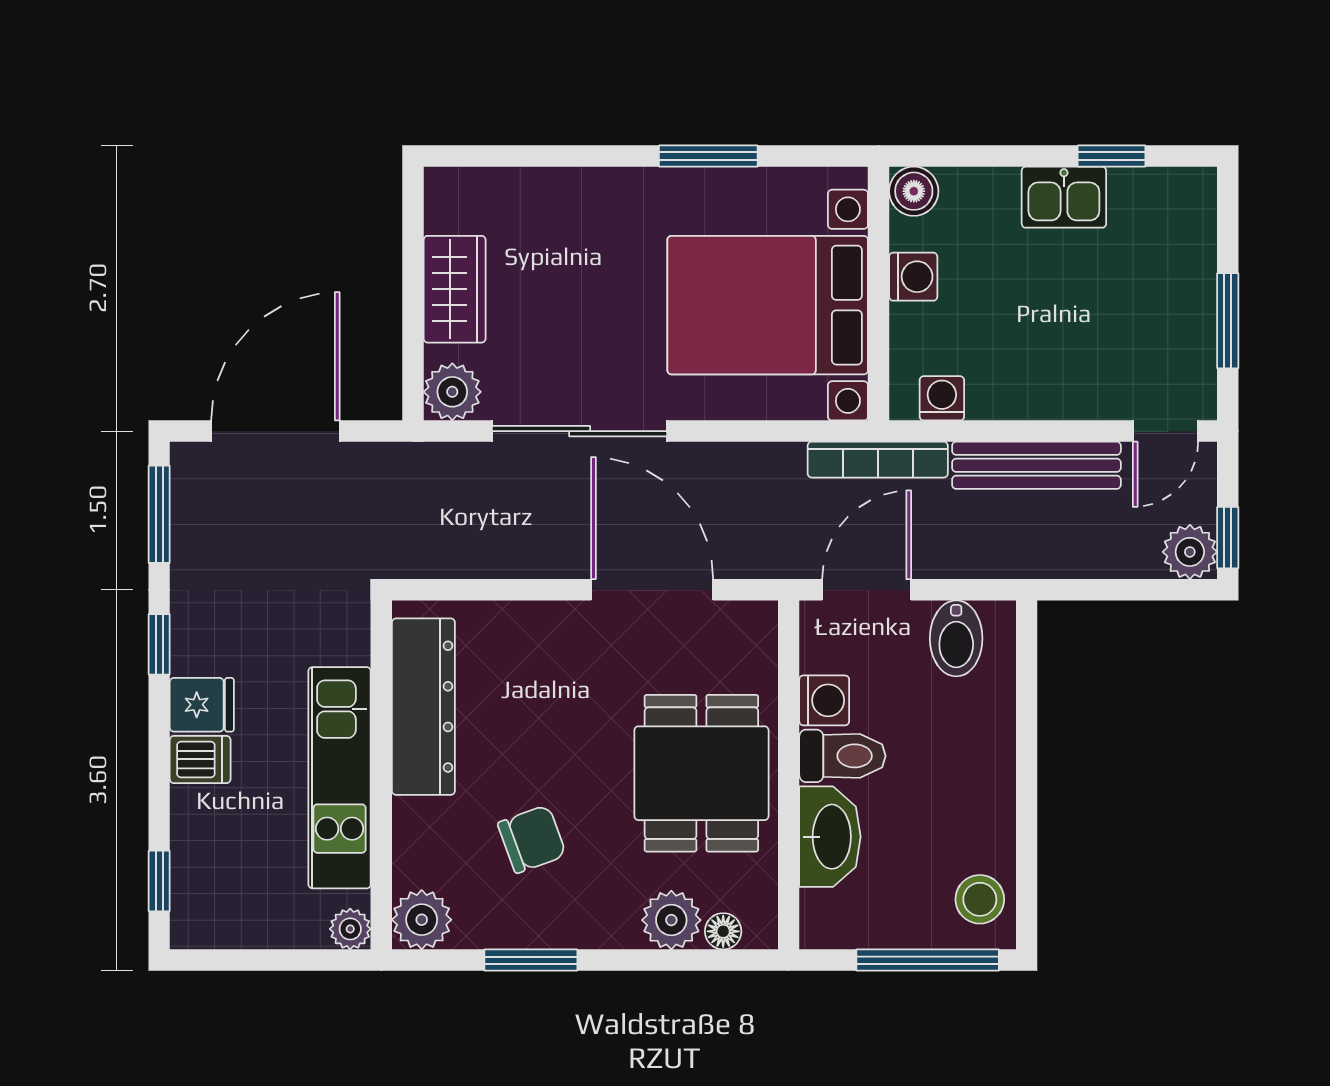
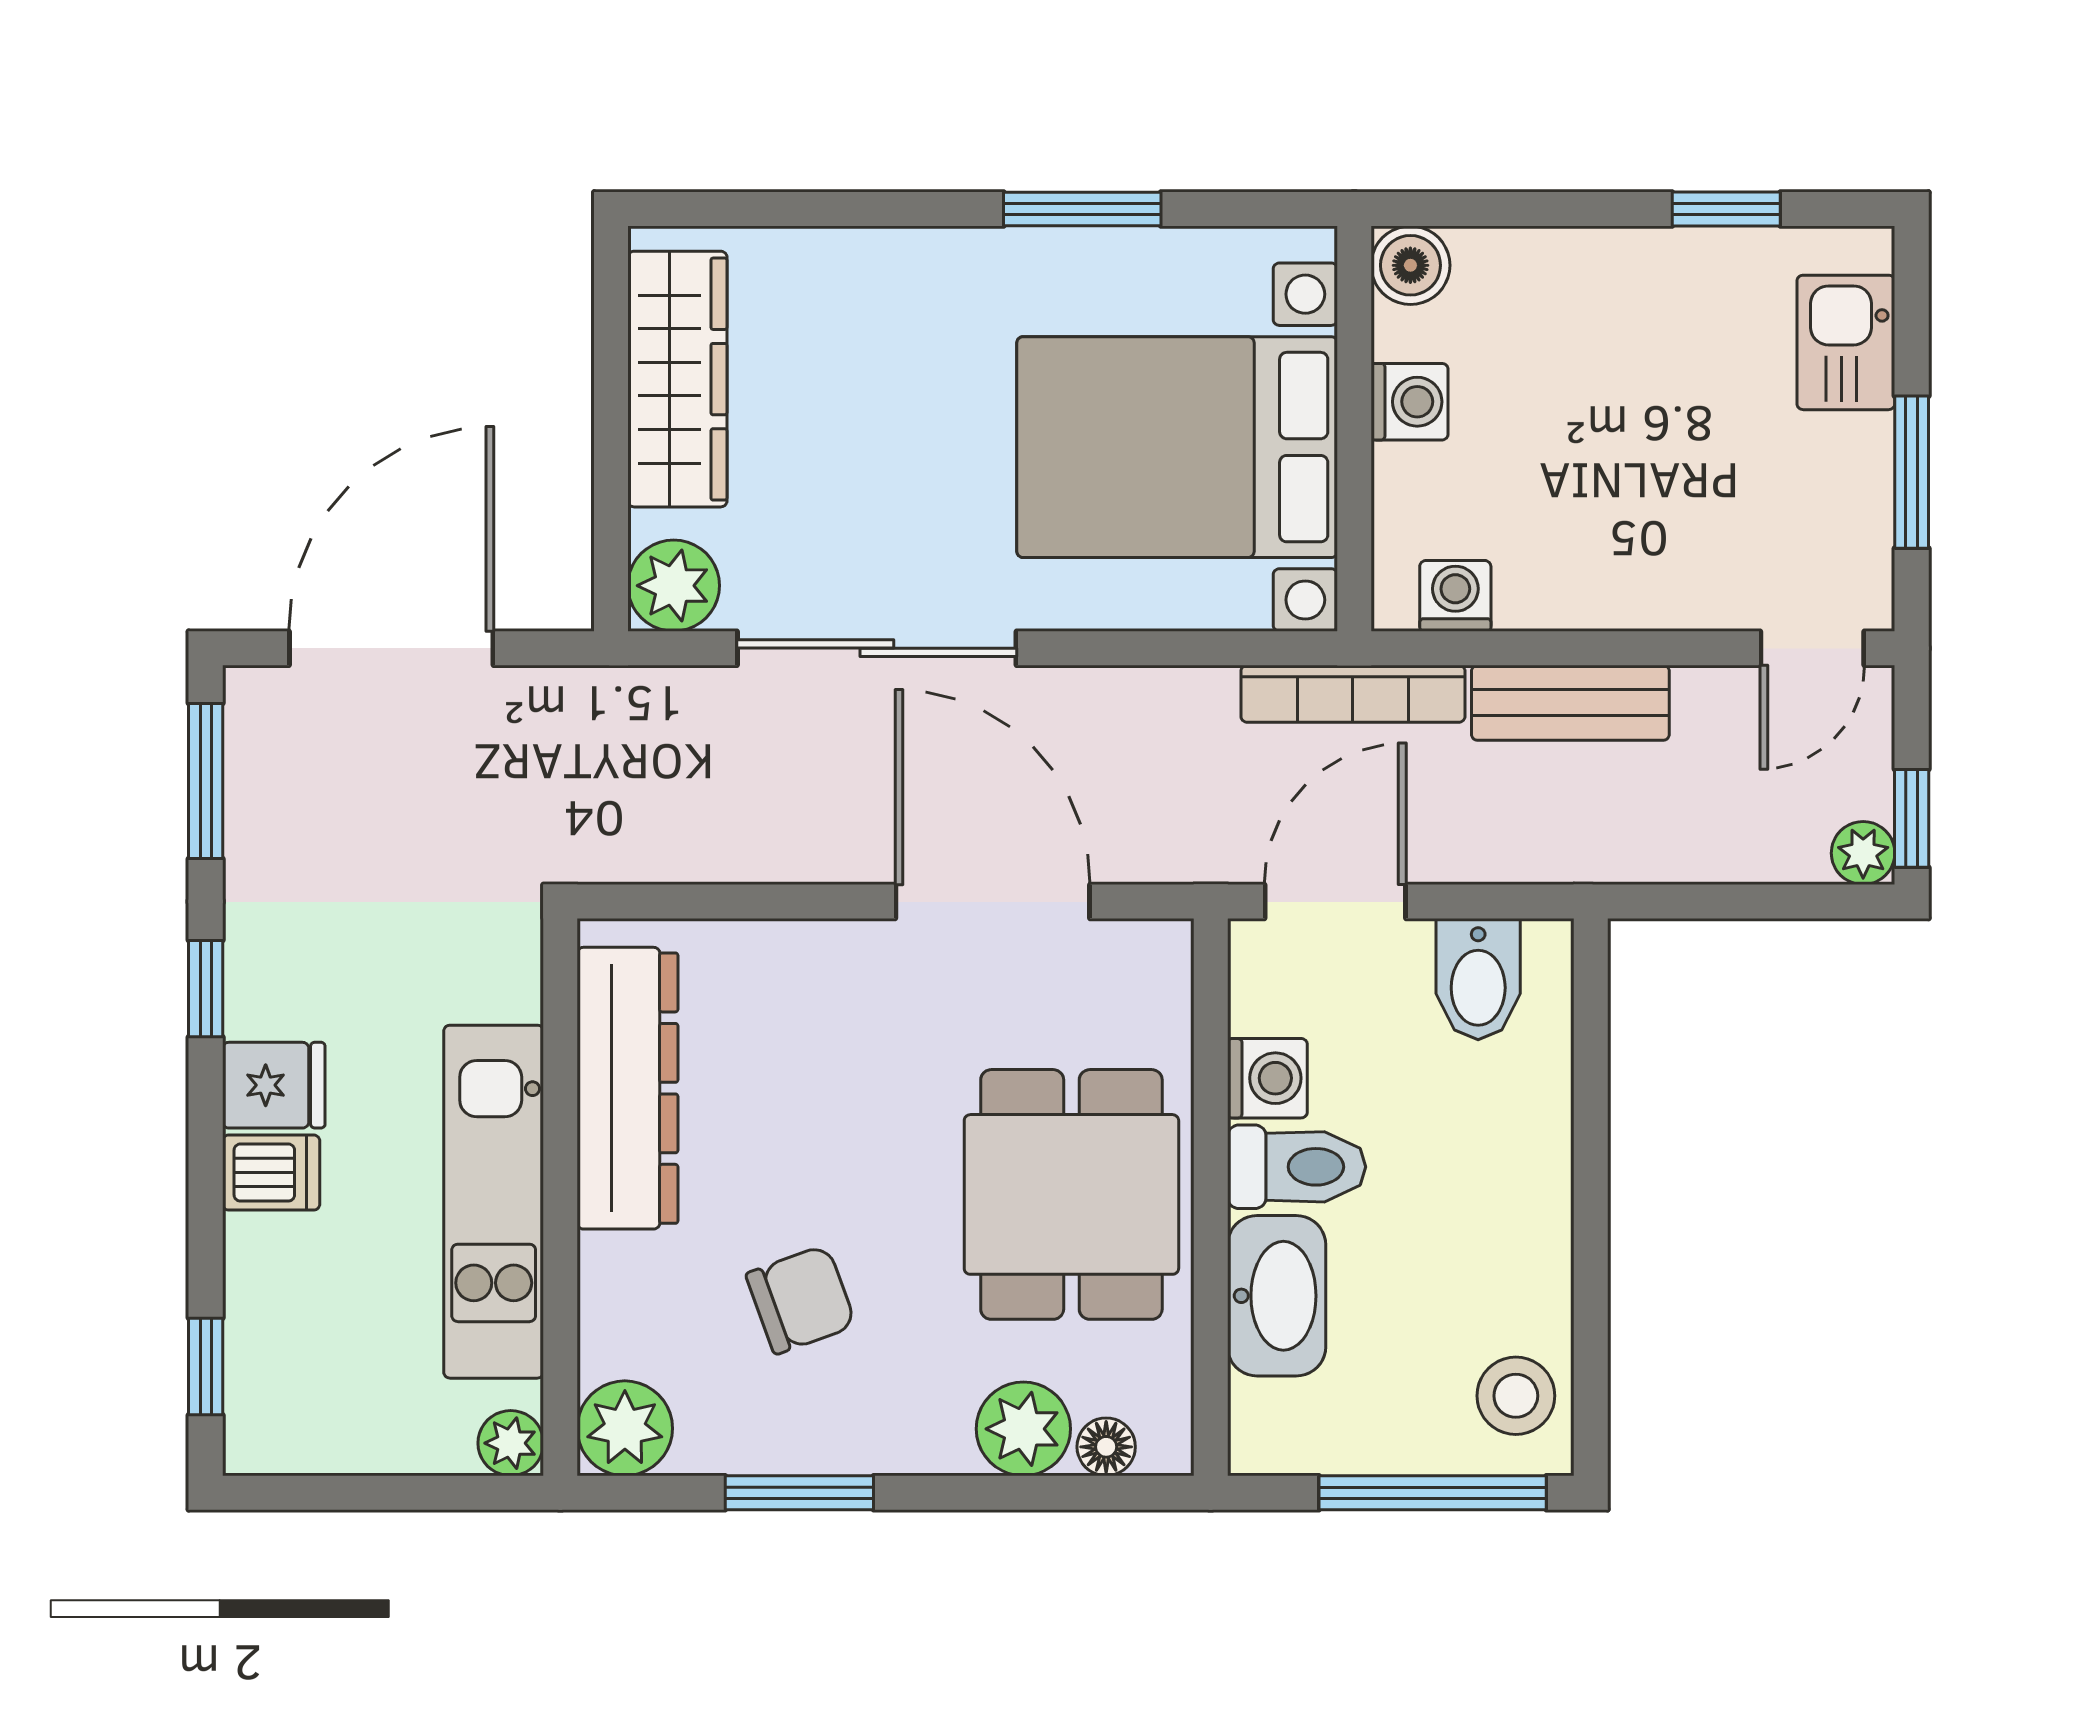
kitchen sink: (1064, 197) -> (1846, 342), moved, turned 90
wardrobe: (455, 289) -> (677, 379), width x1.50
bench: (1036, 465) -> (1570, 703), width x0.73
plant: (1190, 552) -> (1863, 853), width x0.73, depth x0.73

